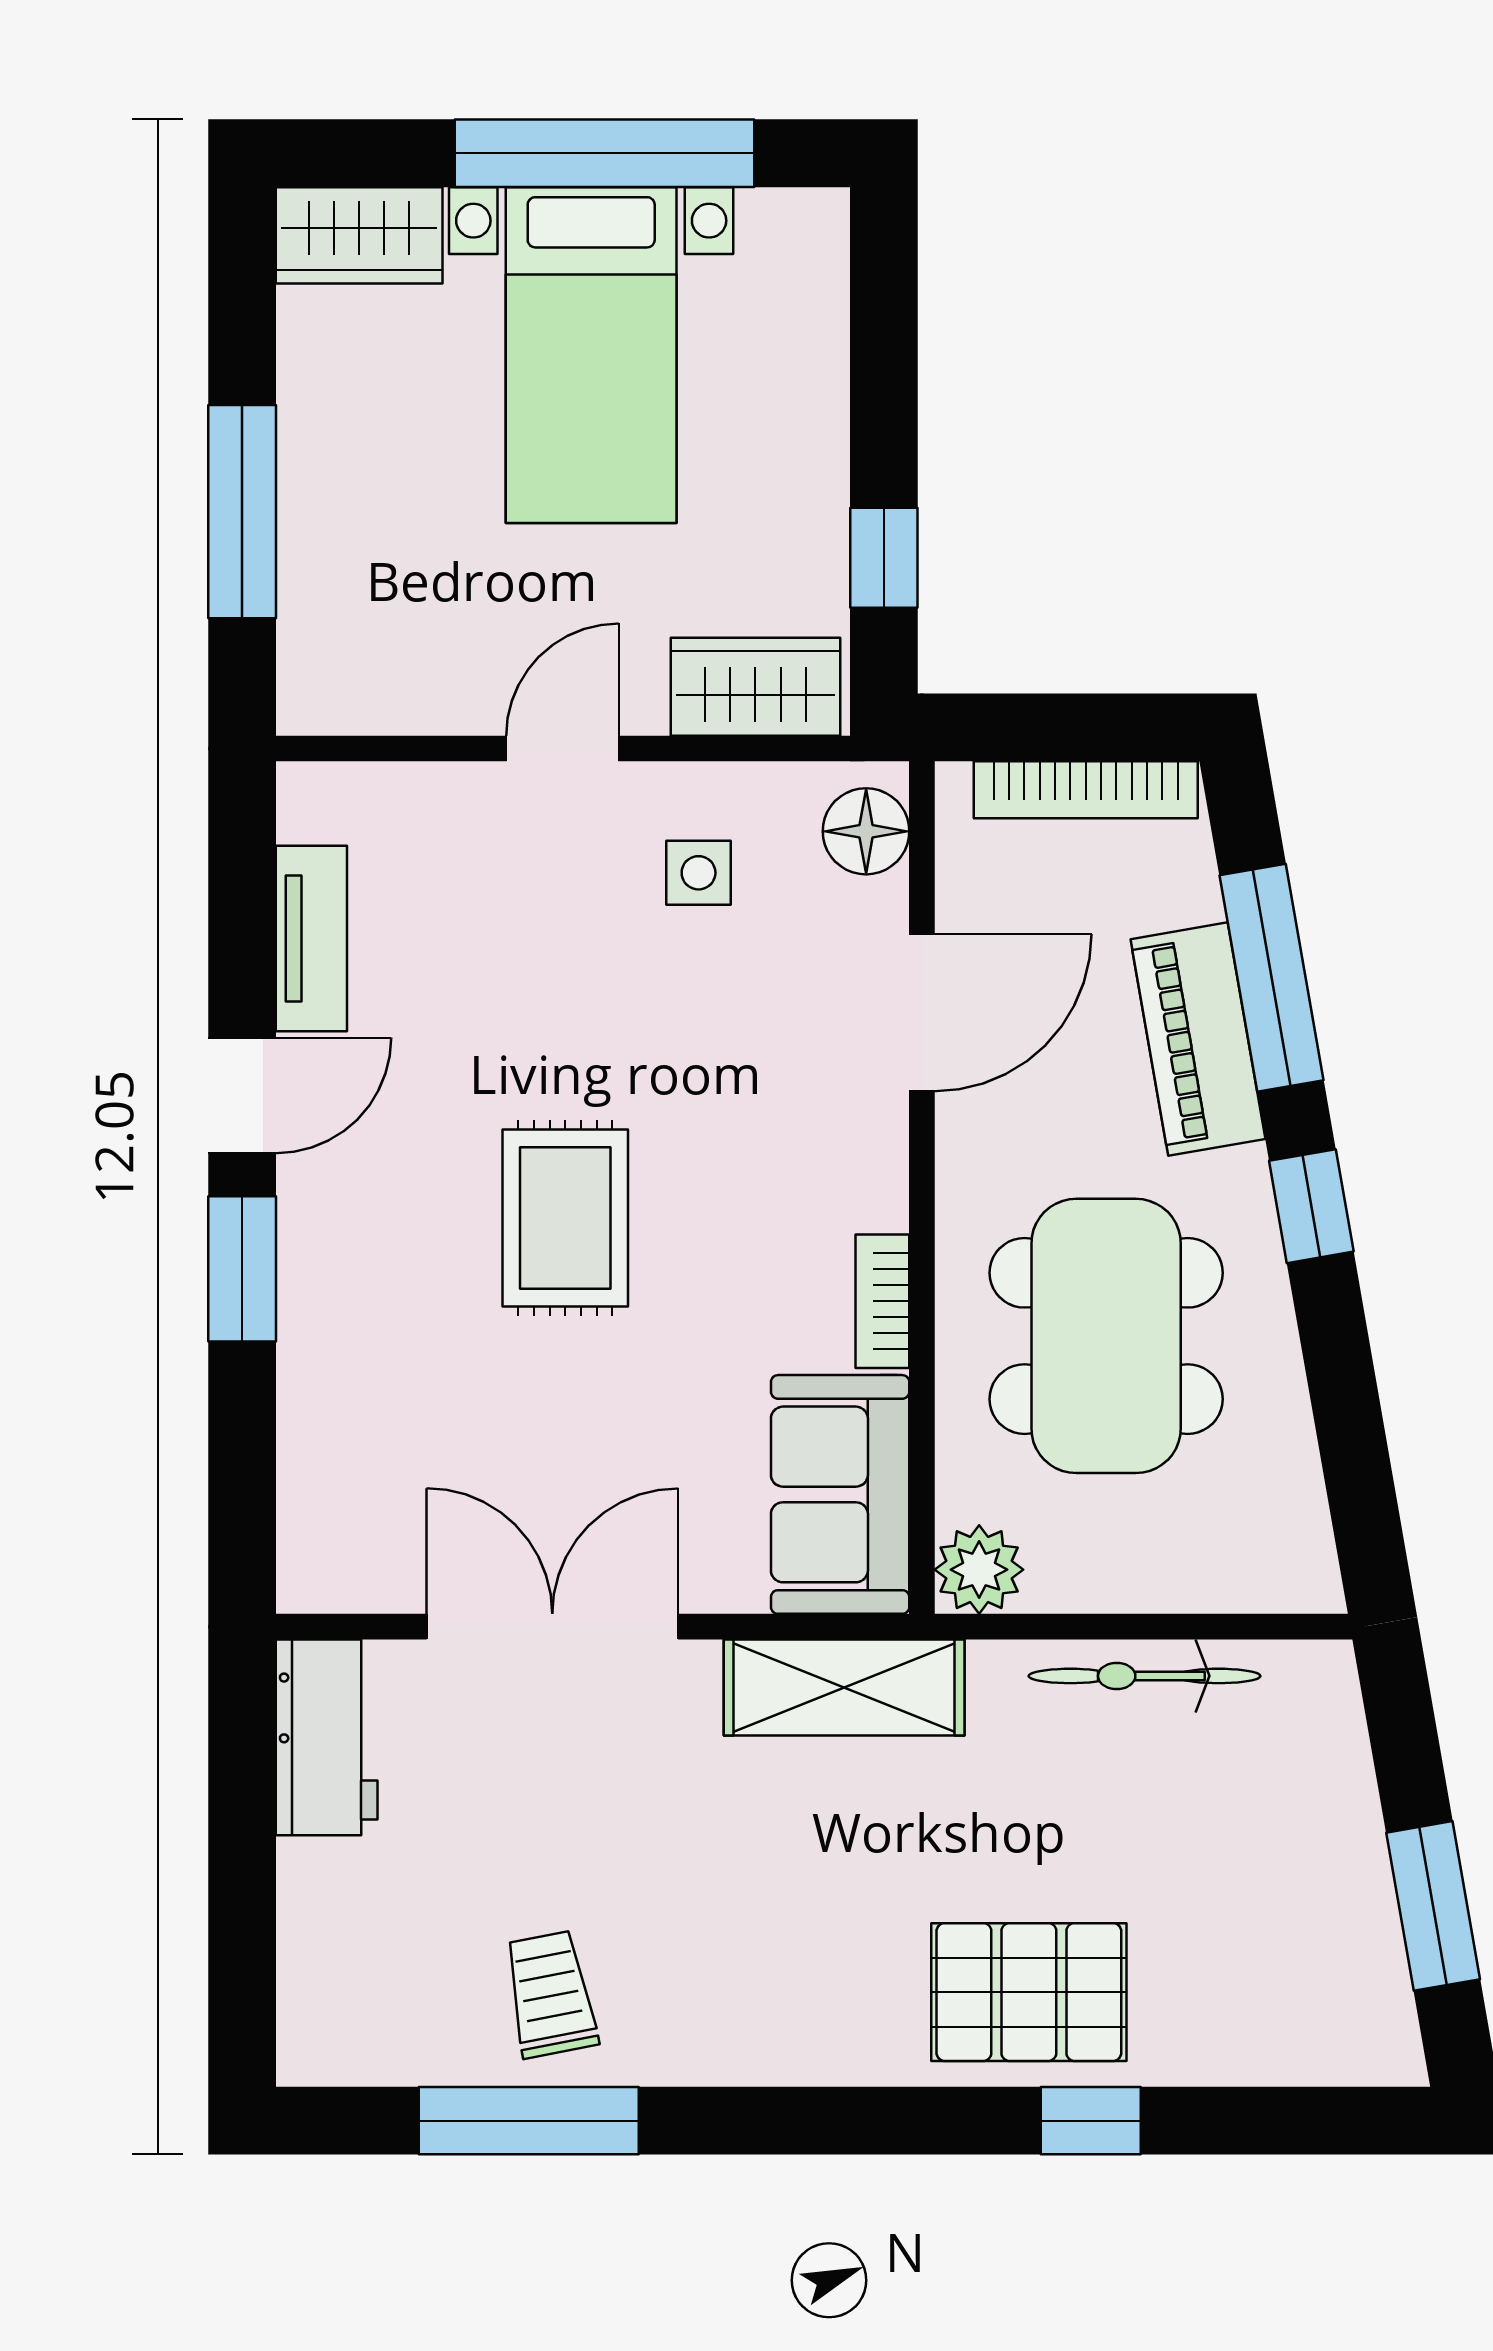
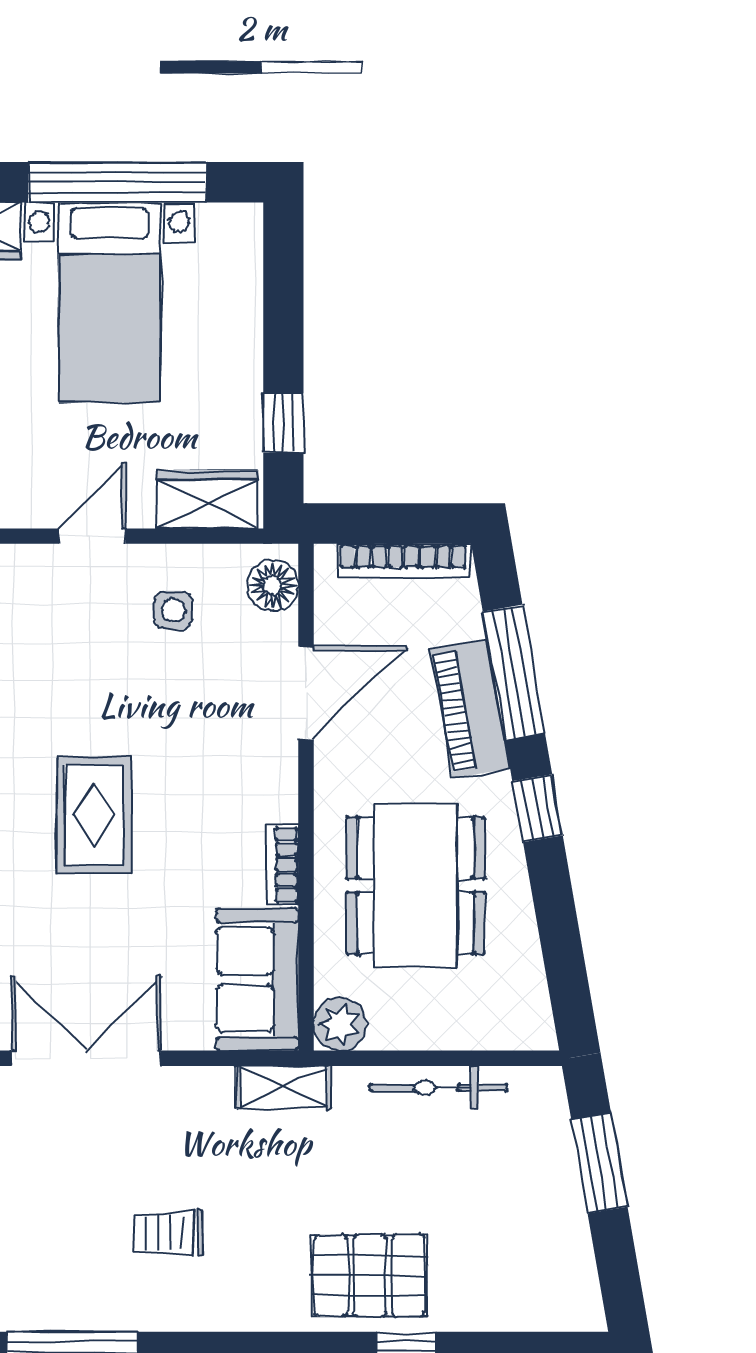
shelving: (844, 1687) -> (284, 1087), width x0.67, depth x0.75
window: (1433, 1906) -> (599, 1163), moved
trolley: (550, 1994) -> (168, 1233), moved, turned -79

